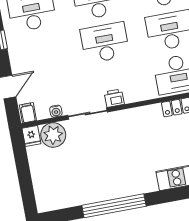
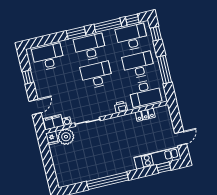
printer: (114, 98) -> (121, 107), moved
filing cabinet: (28, 113) -> (53, 122), width x2.00

